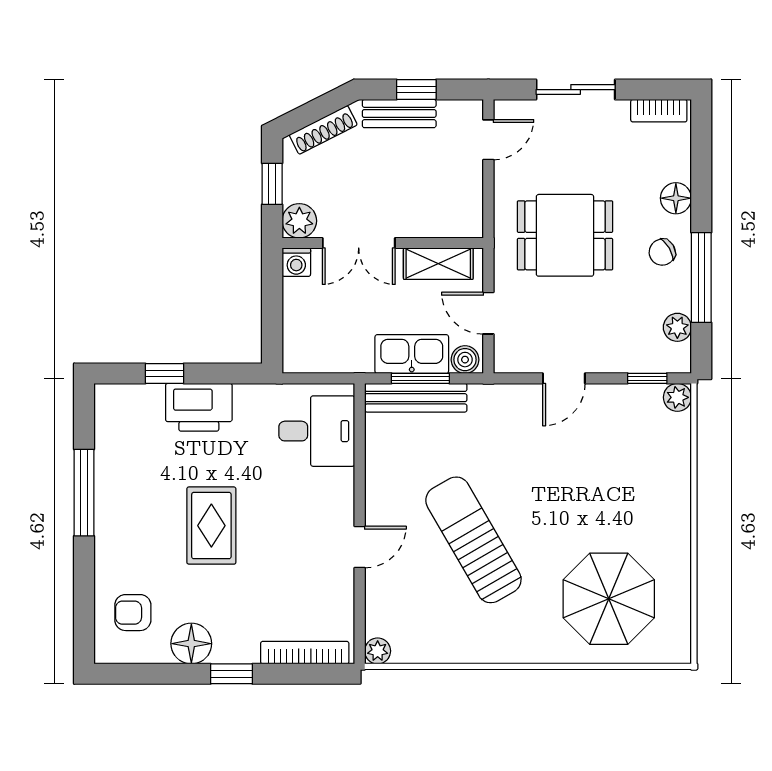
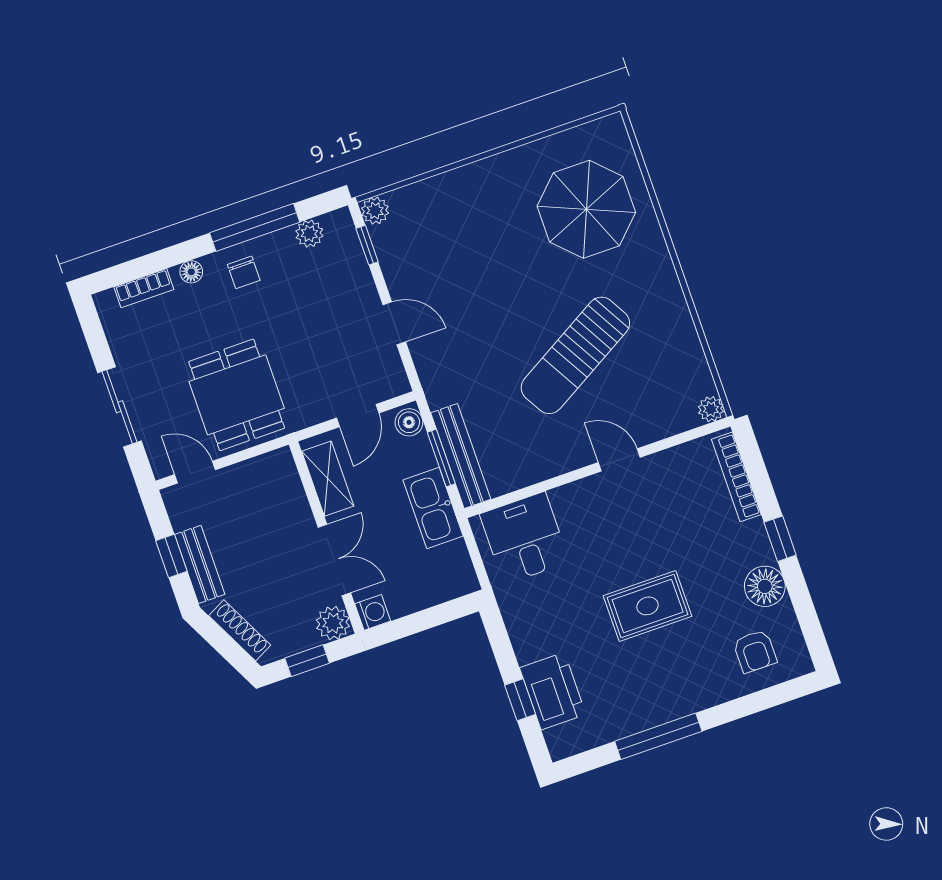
bookcase: (659, 111) -> (144, 288), moved, turned 90
floor lamp: (676, 198) -> (191, 272), width x0.73, depth x0.73
dining table: (565, 235) -> (237, 395), moved
chair: (662, 252) -> (244, 272), turned 30
kitchen sink: (412, 354) -> (433, 508), moved
printer: (199, 407) -> (553, 691), moved

